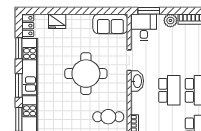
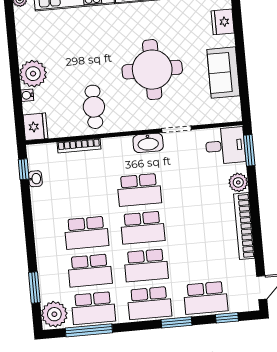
sofa: (110, 24) -> (223, 73), moved

